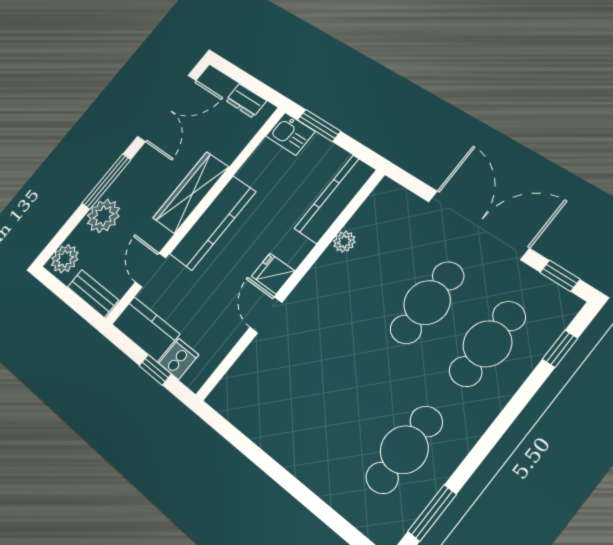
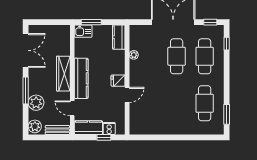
dresser: (246, 101) -> (55, 29), removed
kitchen counter: (335, 199) -> (119, 37), width x0.67
door: (266, 315) -> (127, 95), swing flipped

